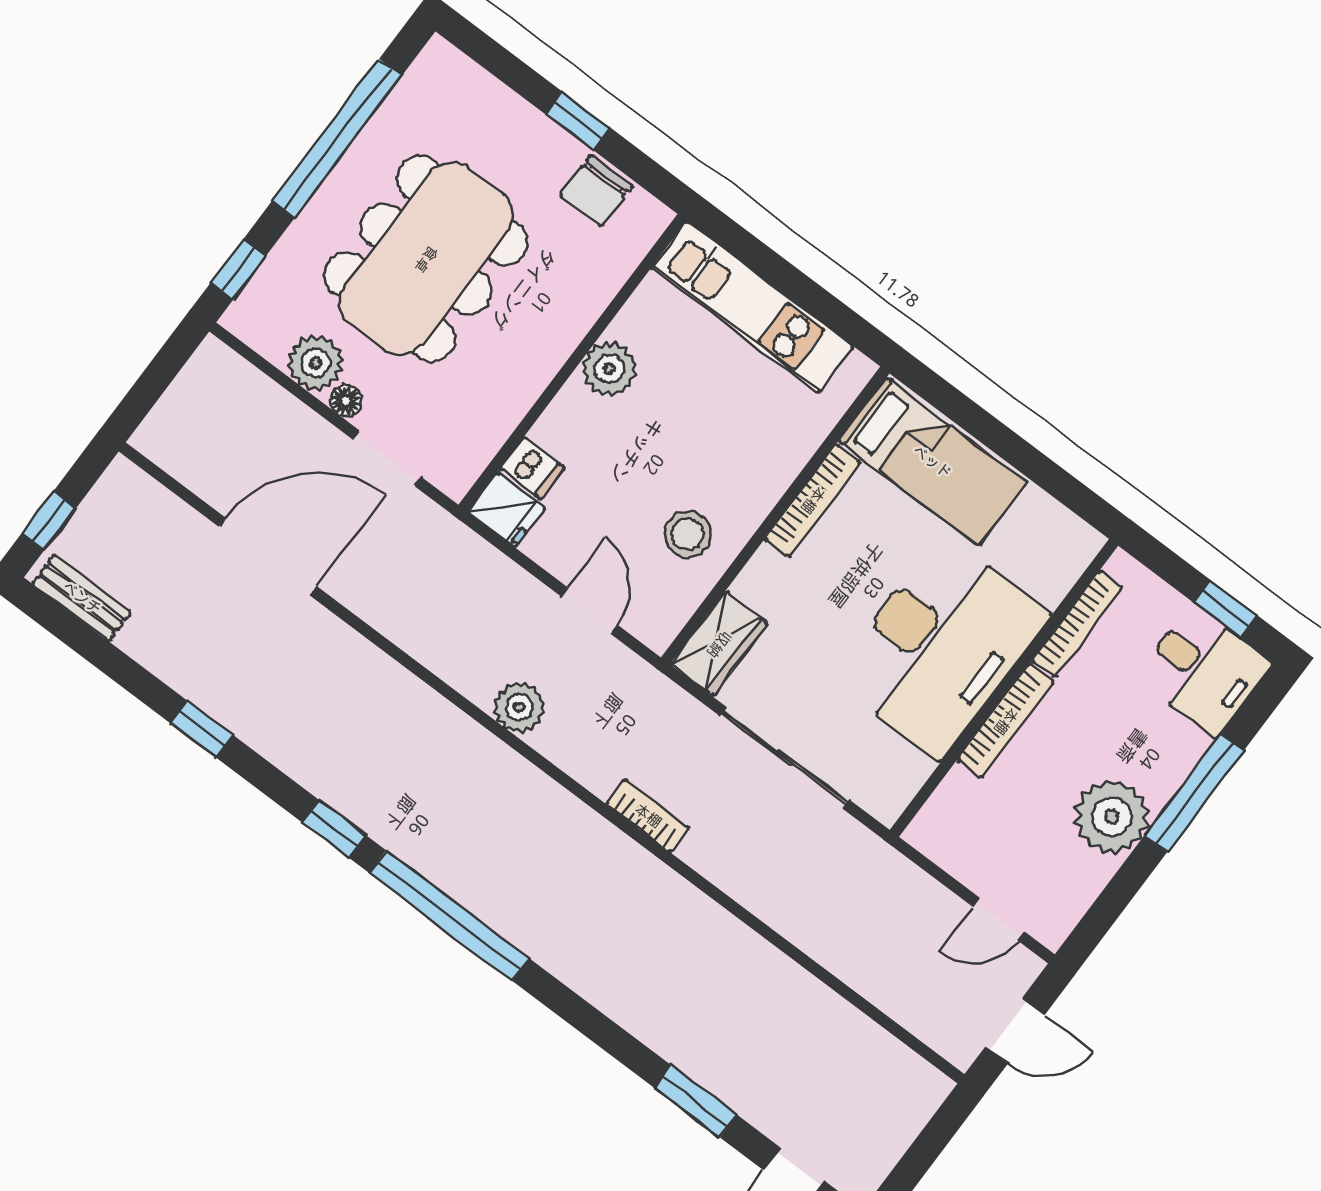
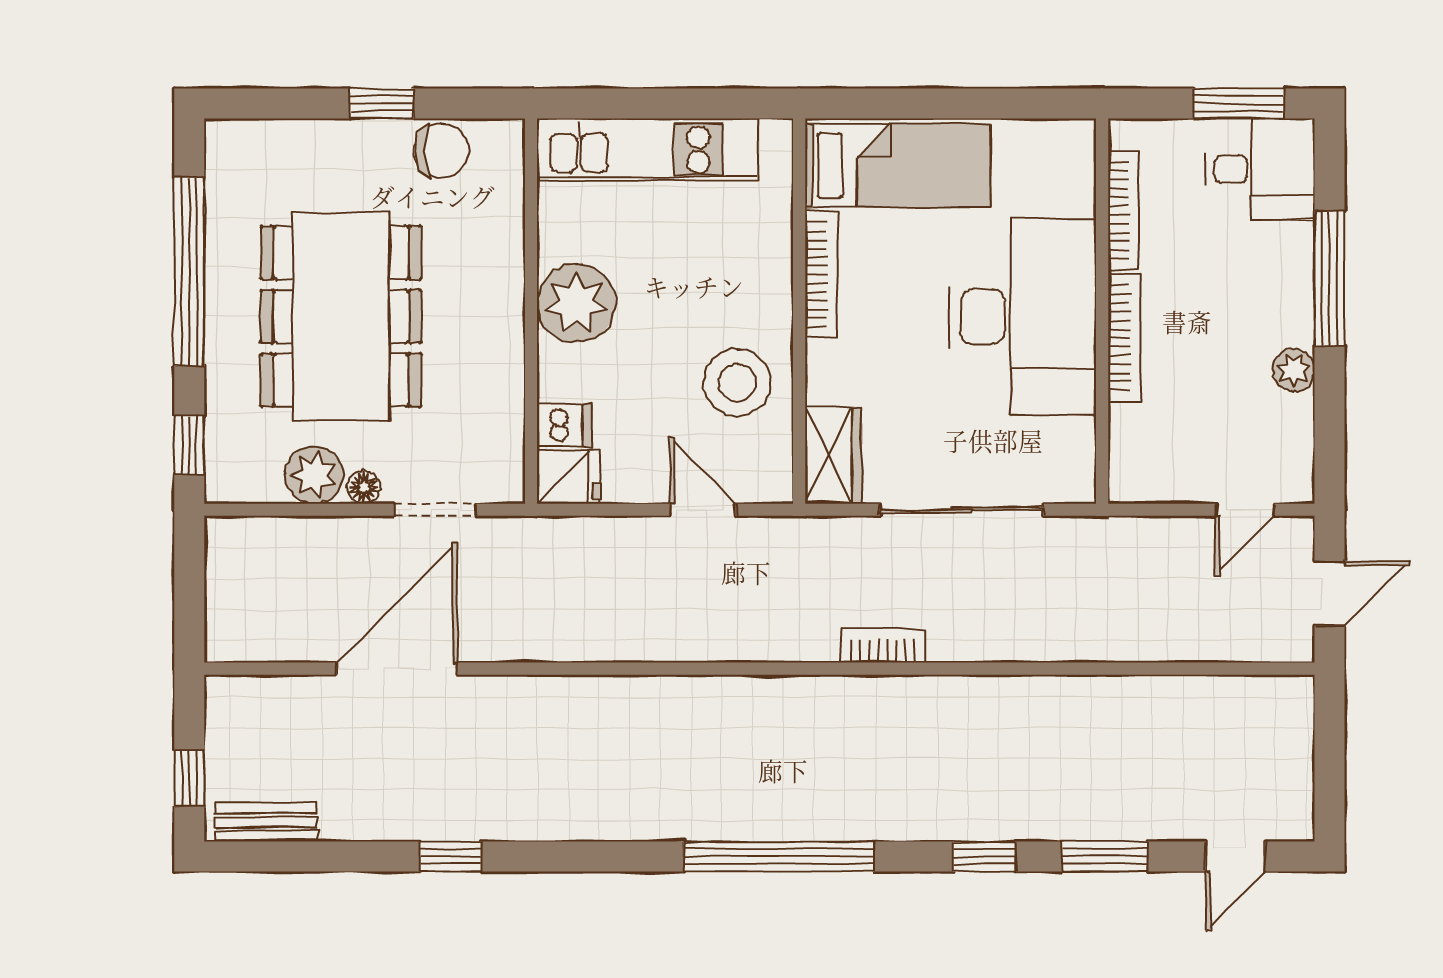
chair: (596, 191) -> (441, 151), turned -90
plant: (609, 369) -> (576, 303), width x1.36, depth x1.36
stool: (688, 534) -> (737, 383), width x1.38, depth x1.38
window: (1225, 609) -> (1238, 104), width x1.50
plant: (519, 707) -> (705, 636), removed
plant: (1112, 817) -> (1294, 370), width x0.53, depth x0.53
window: (334, 829) -> (984, 856), moved

